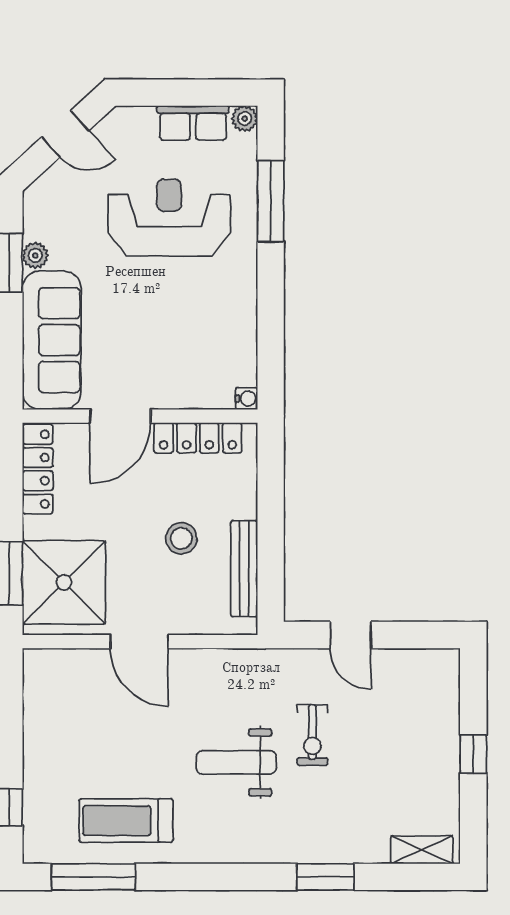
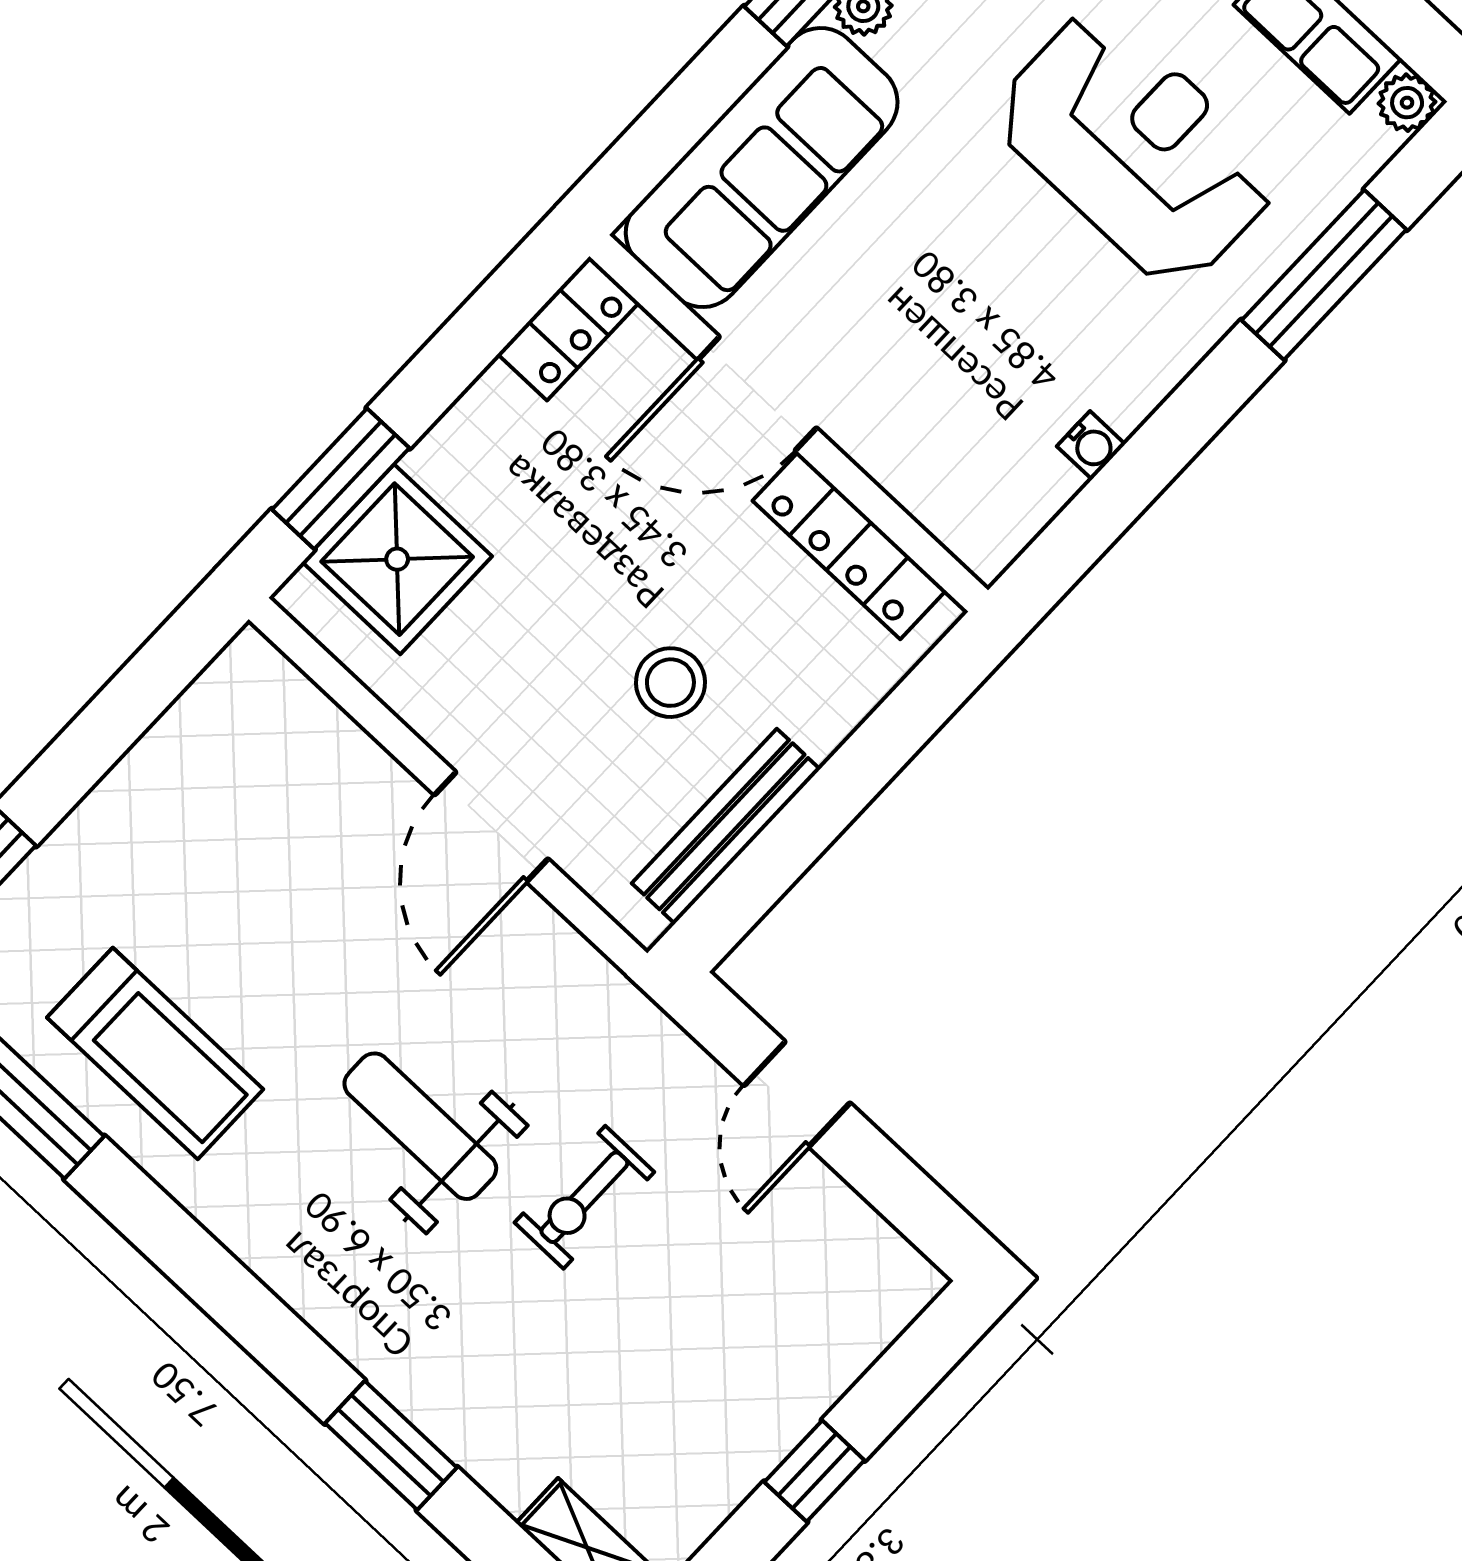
water cooler: (247, 399) -> (1091, 445), moved
locker: (38, 469) -> (568, 328), width x0.66
shower: (64, 582) -> (397, 559), width x0.73, depth x0.73
door: (139, 642) -> (491, 827), moved
treadmill: (126, 821) -> (155, 1053), turned 180

